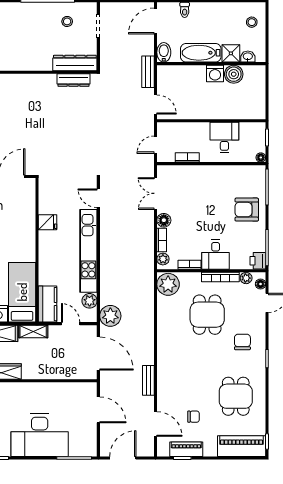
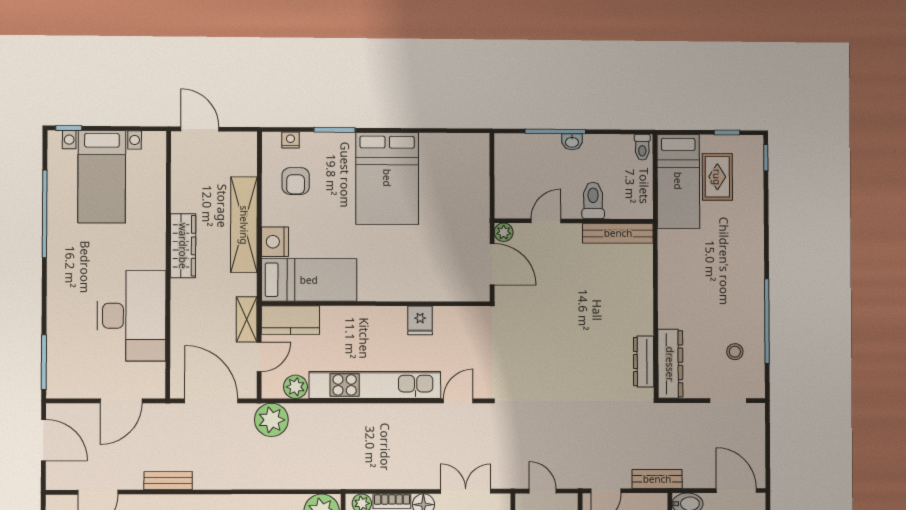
shelving: (33, 332) -> (247, 319), moved
door: (98, 354) -> (211, 401), swing flipped
desk: (40, 435) -> (131, 316), moved, turned 180

